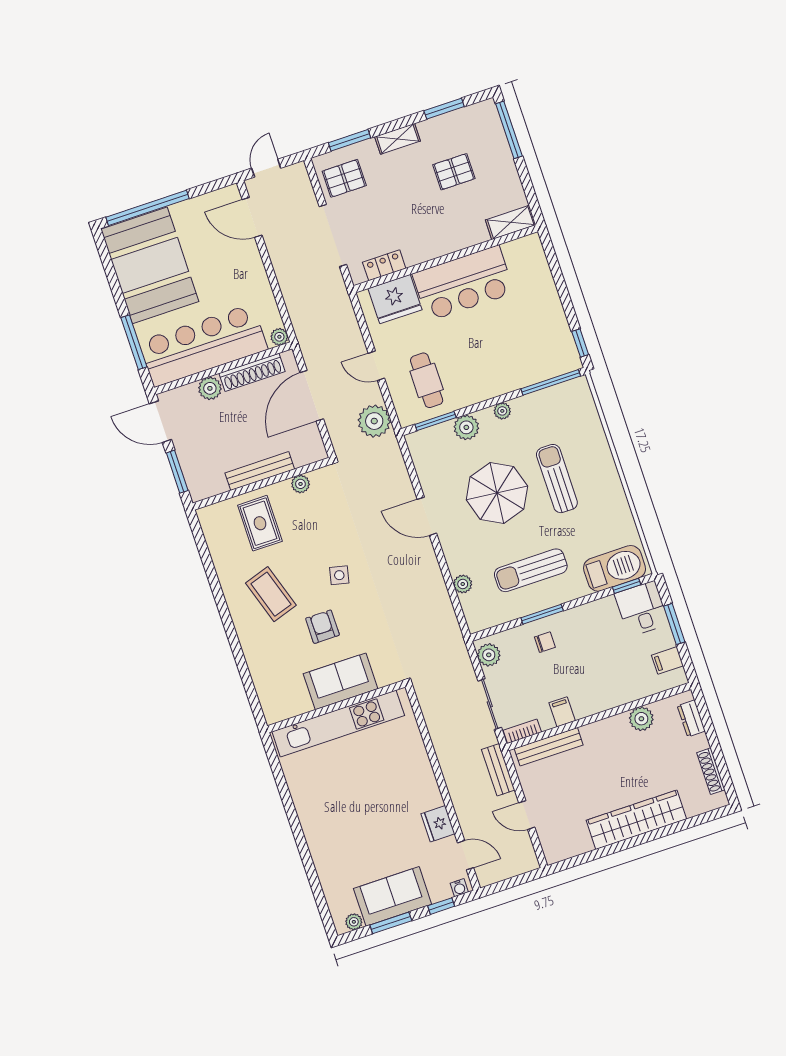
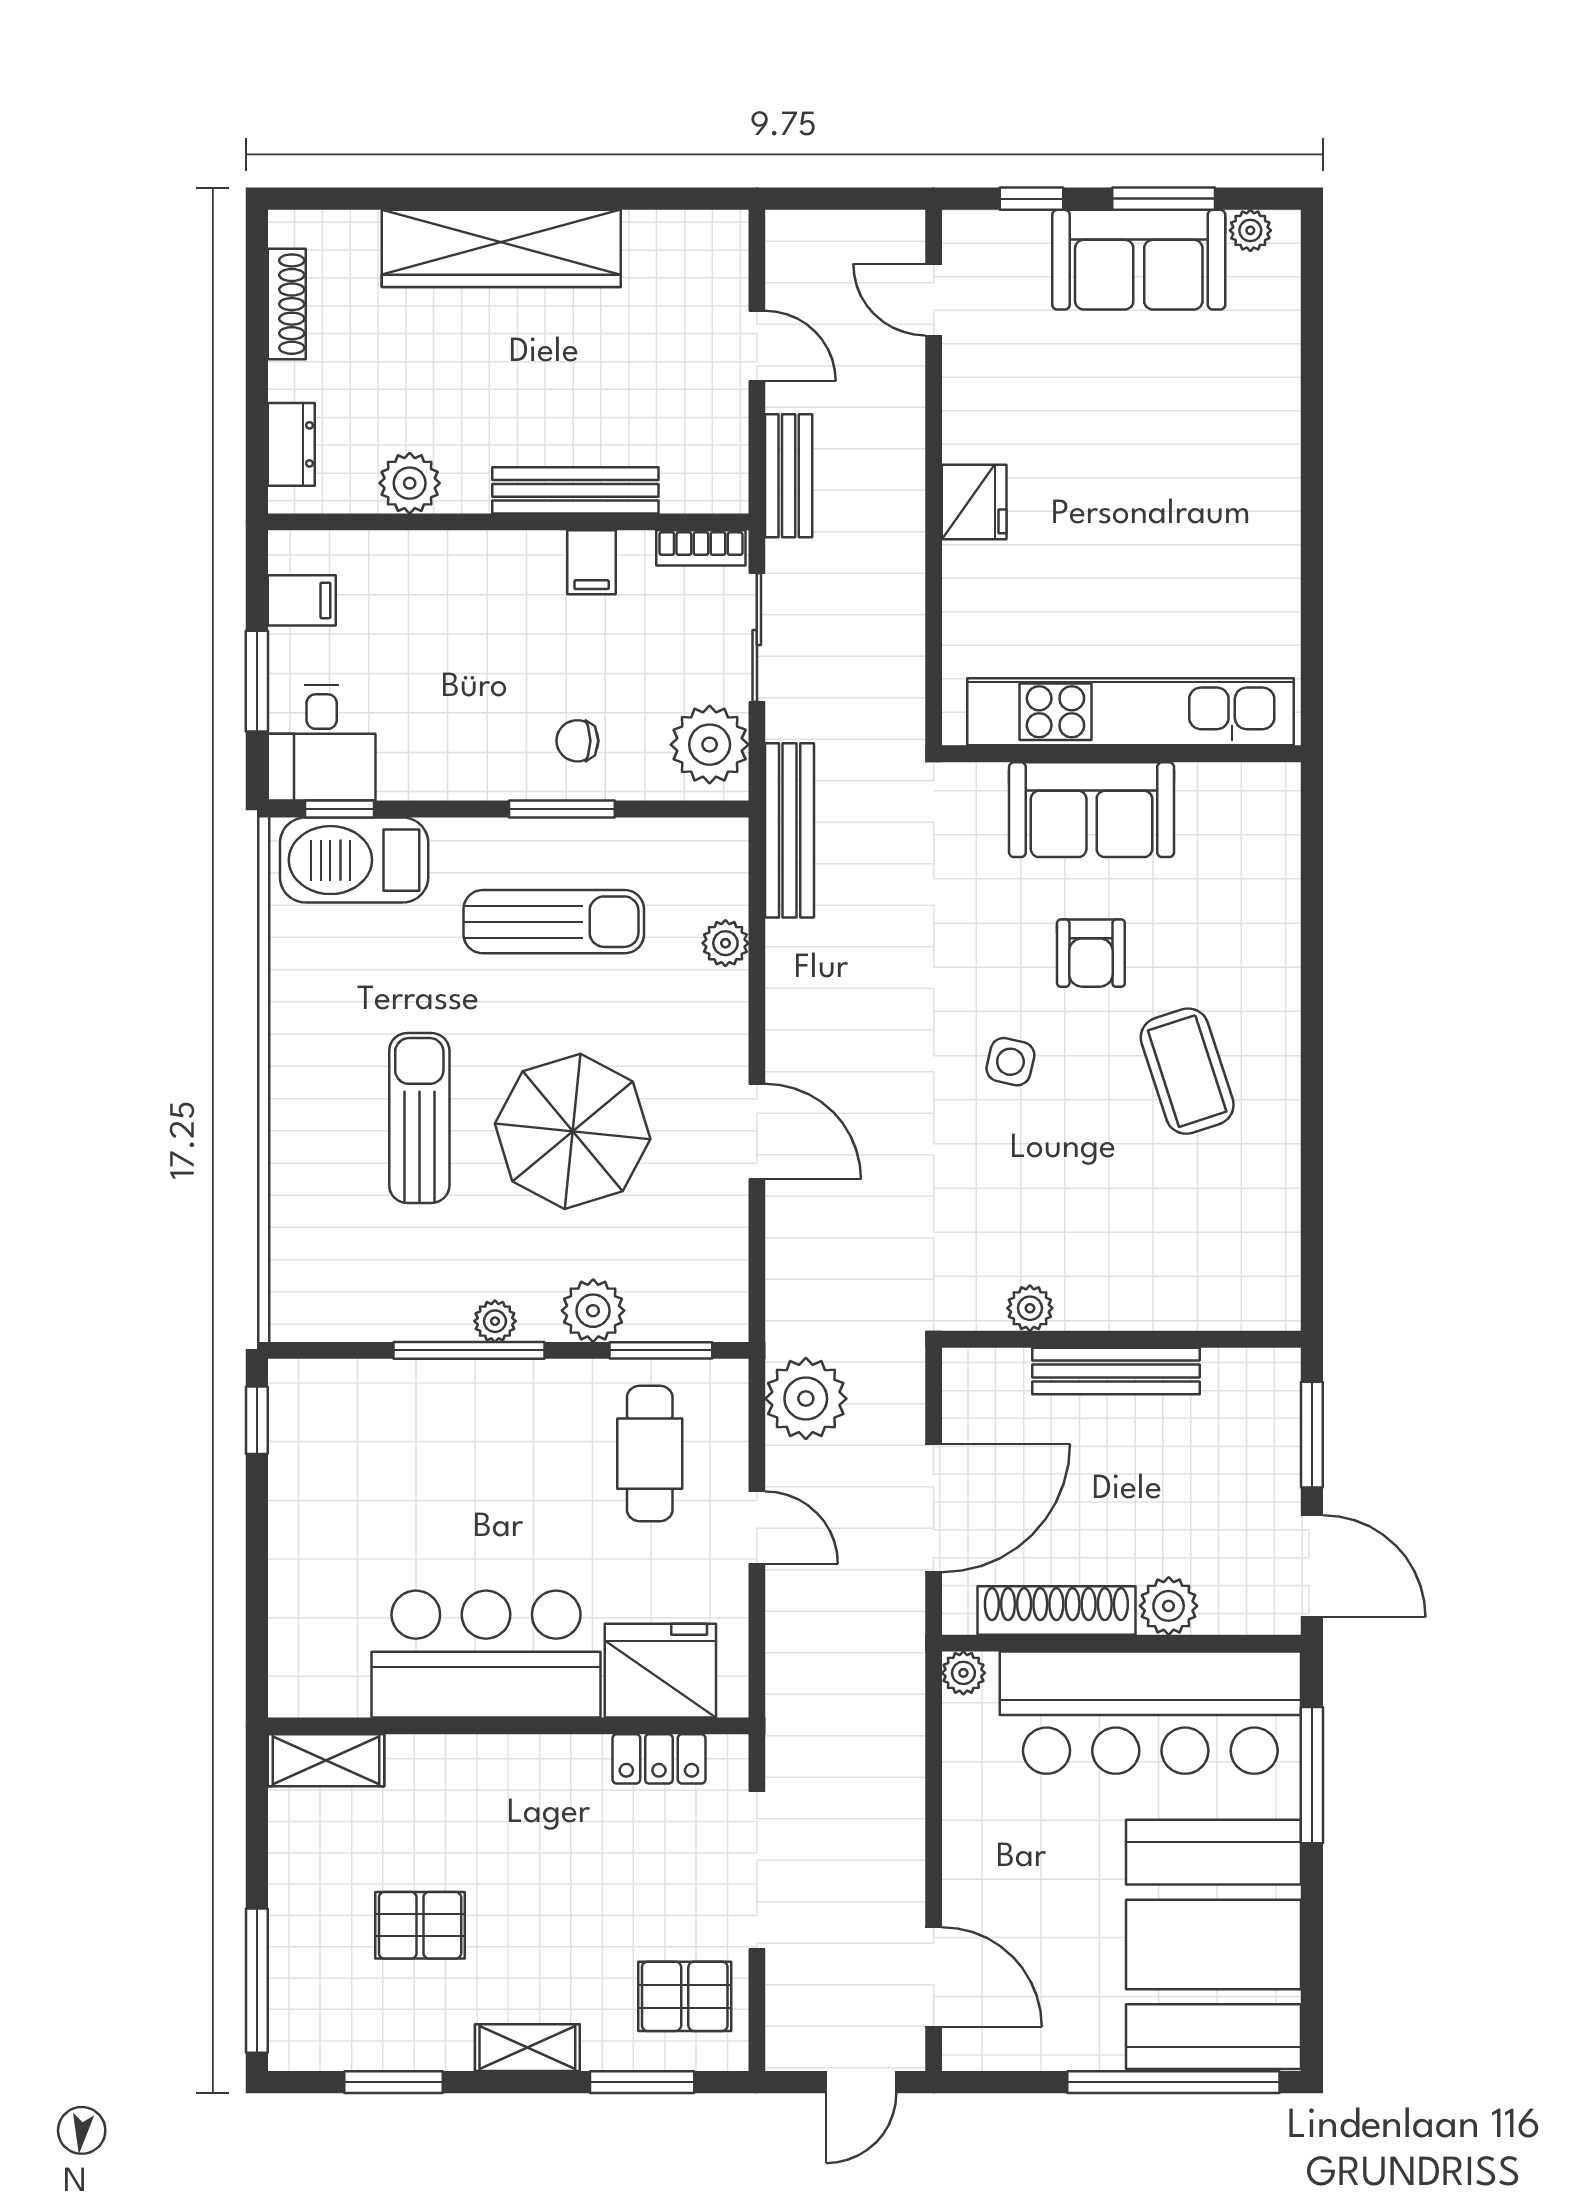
window: (551, 382) -> (469, 1350), moved
sun lounger: (557, 479) -> (419, 1118), turned 180
rug: (260, 523) -> (1157, 1247), removed
bench: (453, 635) -> (790, 830), added
plant: (489, 655) -> (710, 745), width x1.36, depth x1.36
bench: (549, 747) -> (575, 490), moved
fridge: (438, 824) -> (974, 502), moved
water cooler: (459, 888) -> (974, 228), removed

